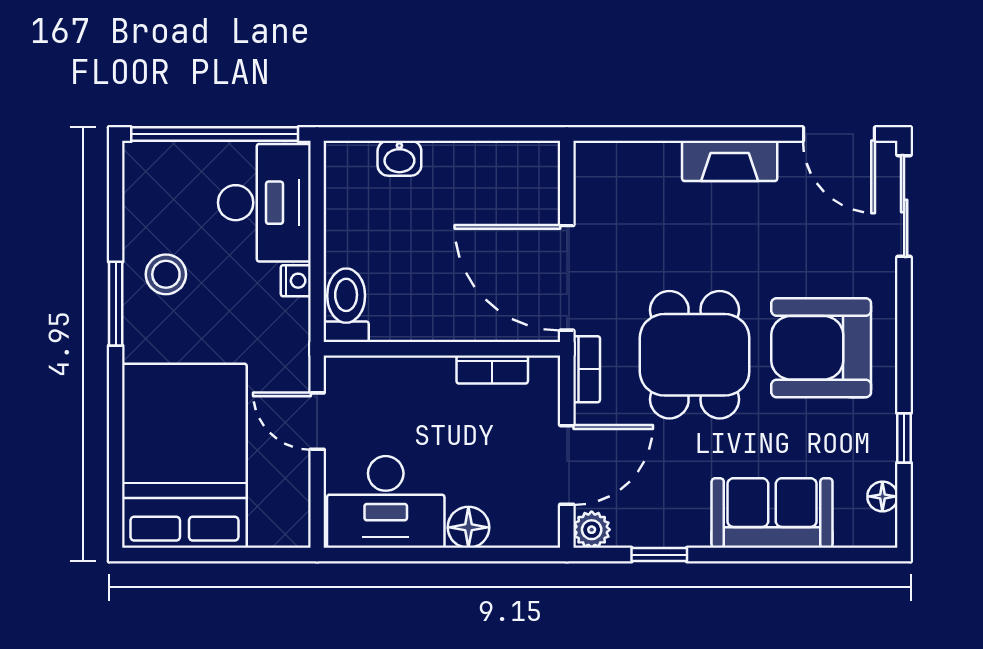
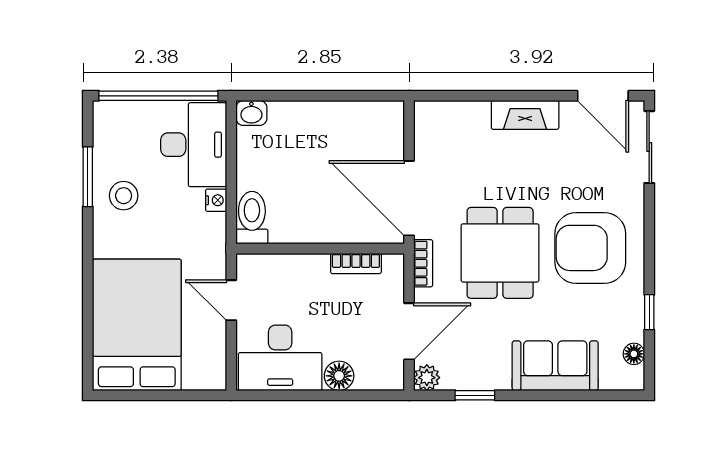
washbasin: (399, 158) -> (251, 113), moved
window: (116, 304) -> (88, 177), moved

